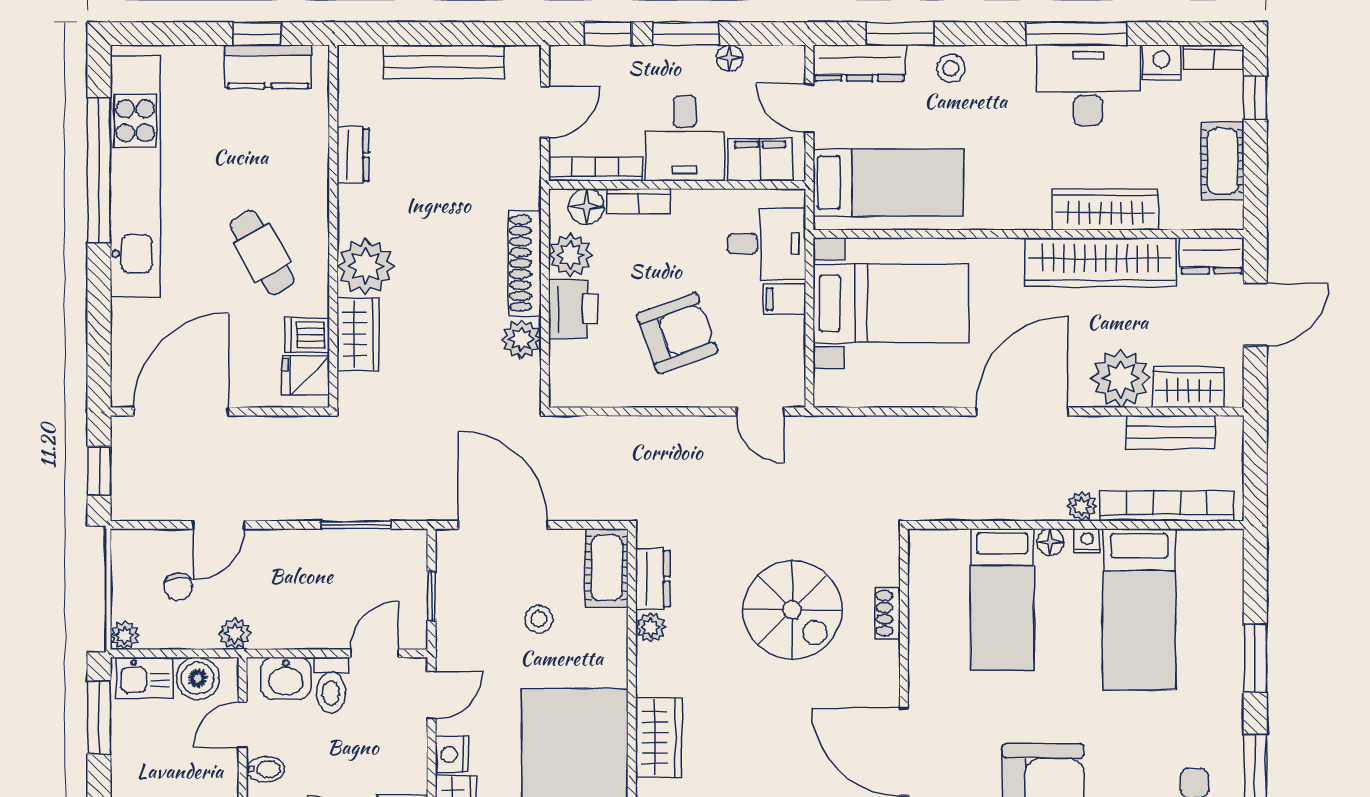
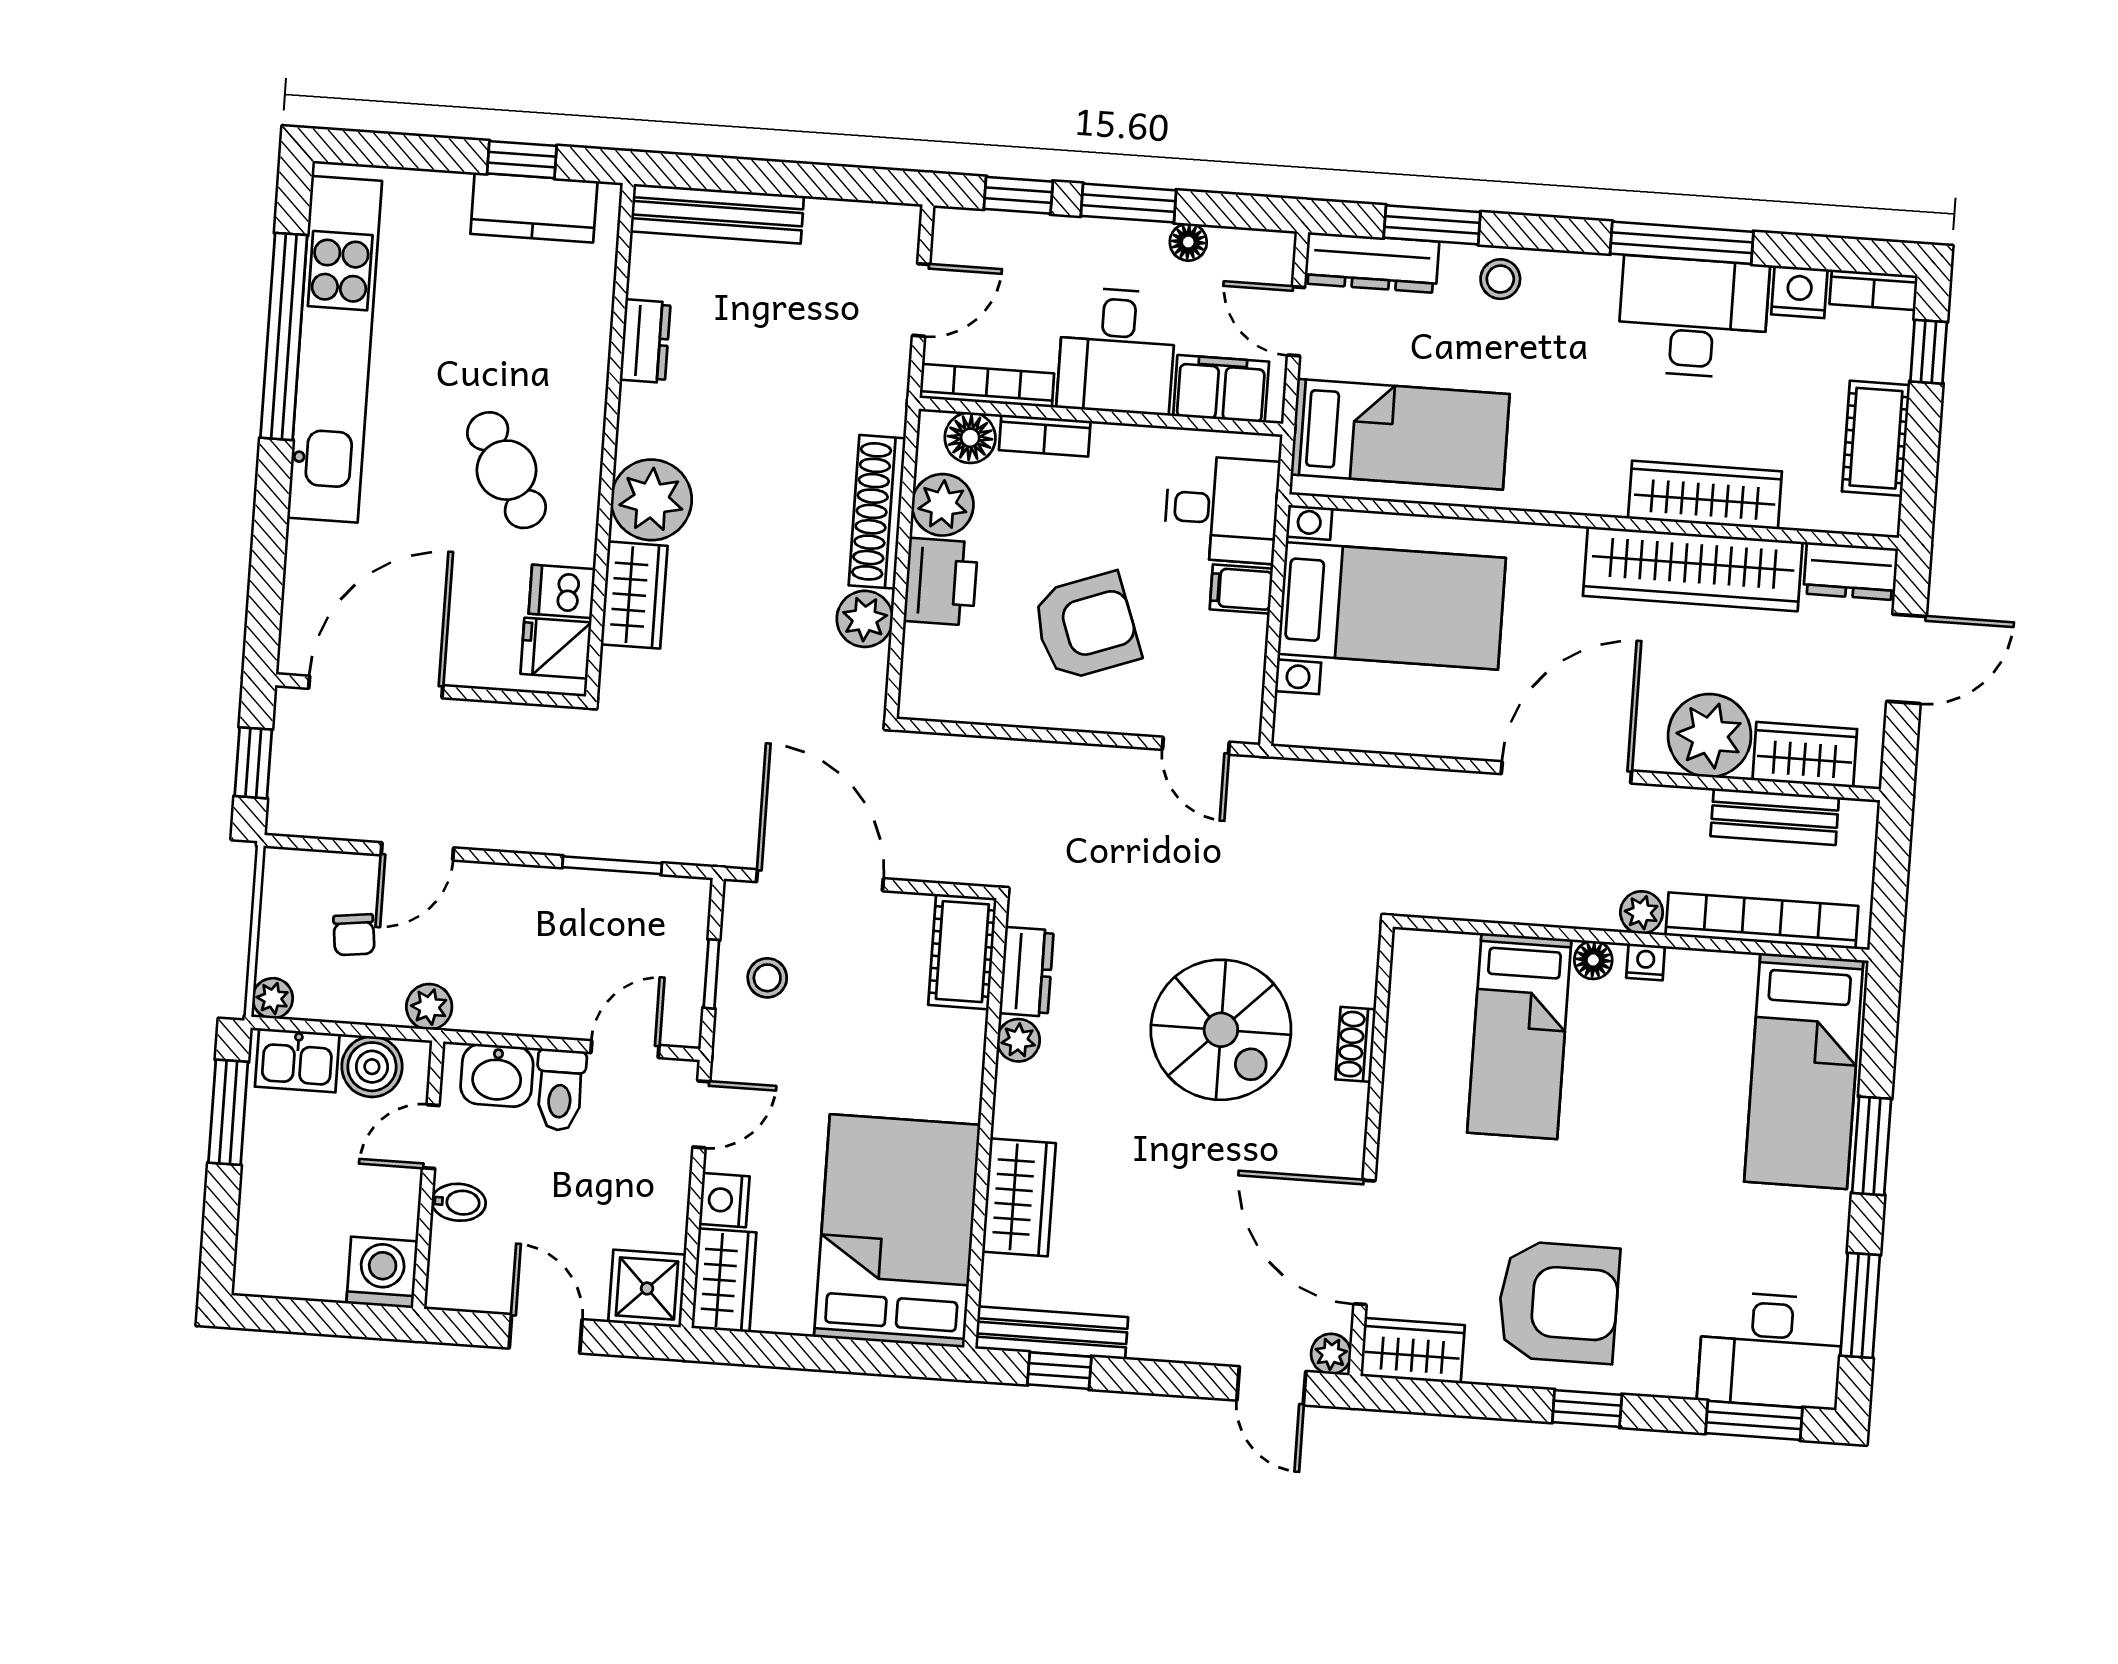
bench: (444, 62) -> (717, 214), moved
bed: (1139, 609) -> (1804, 1071), moved
stool: (539, 619) -> (767, 978), moved

